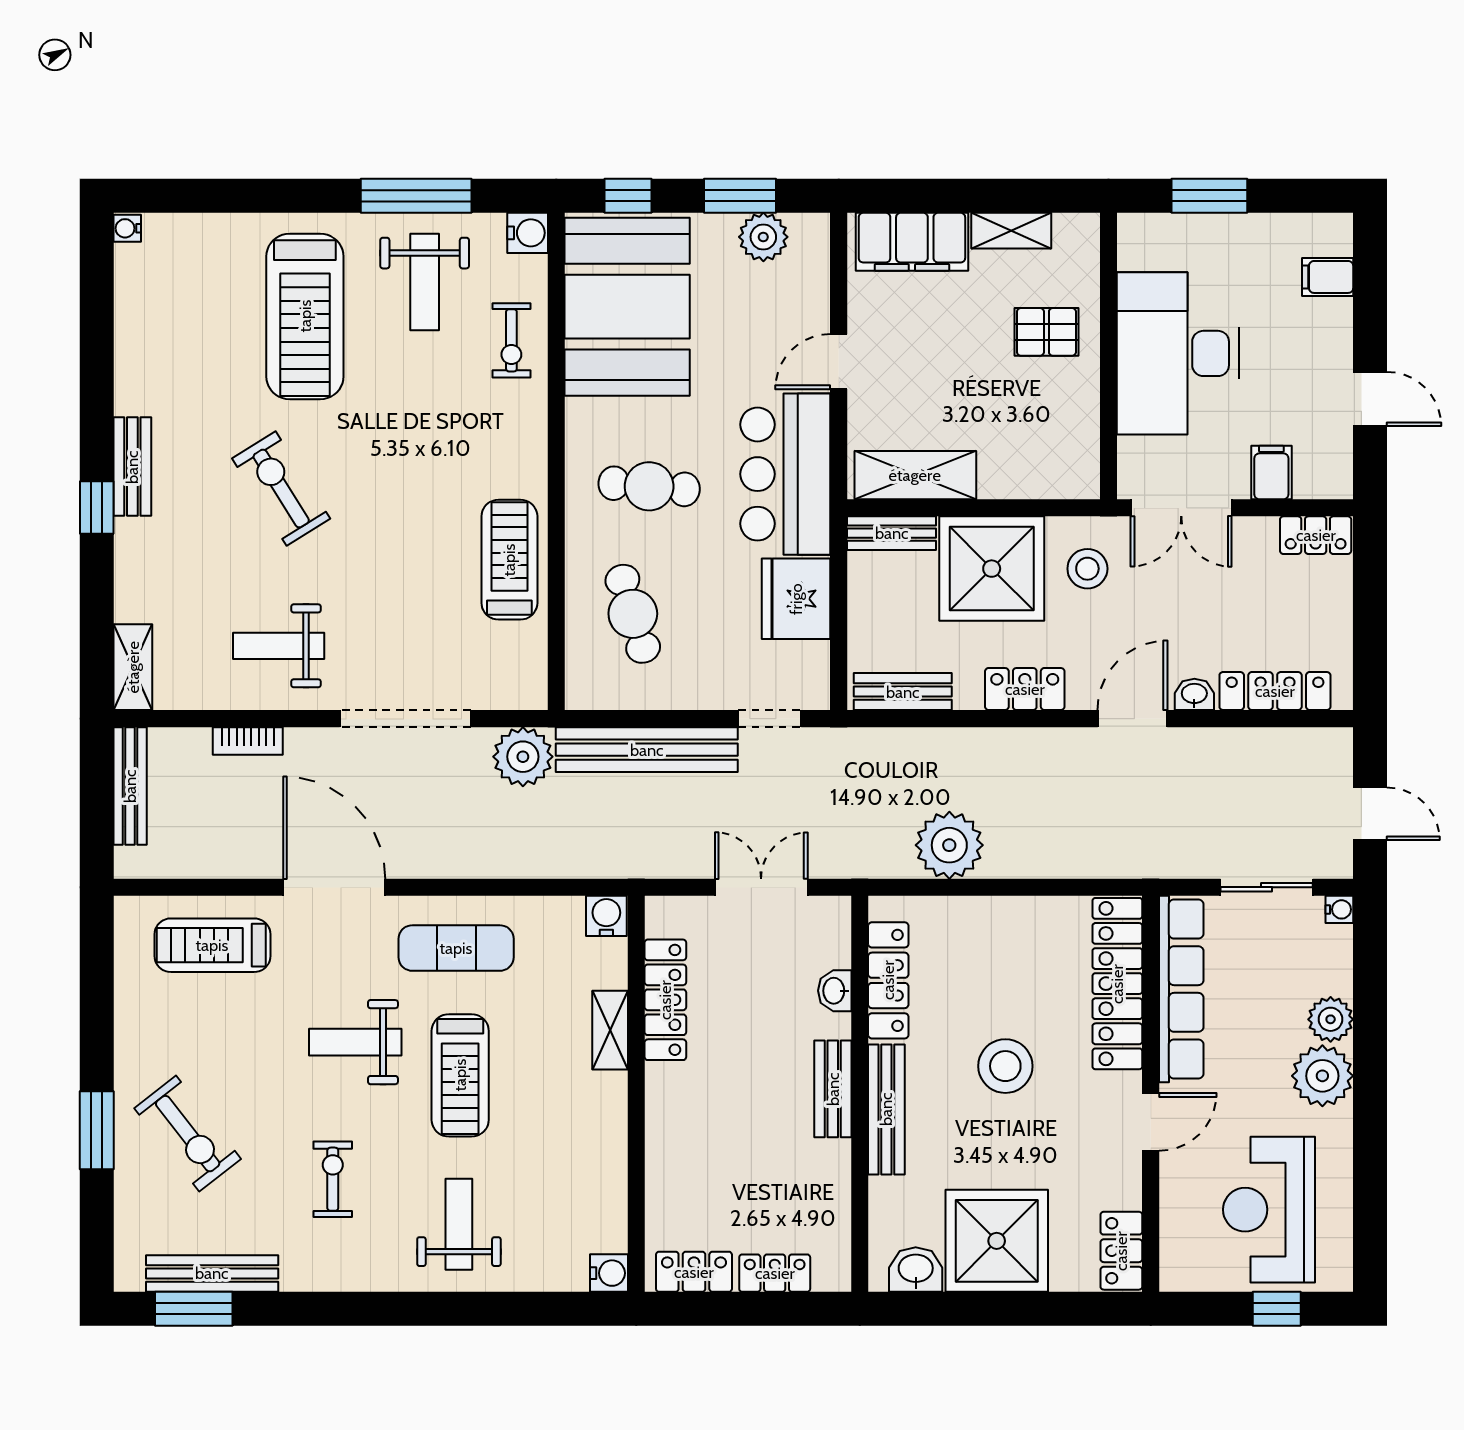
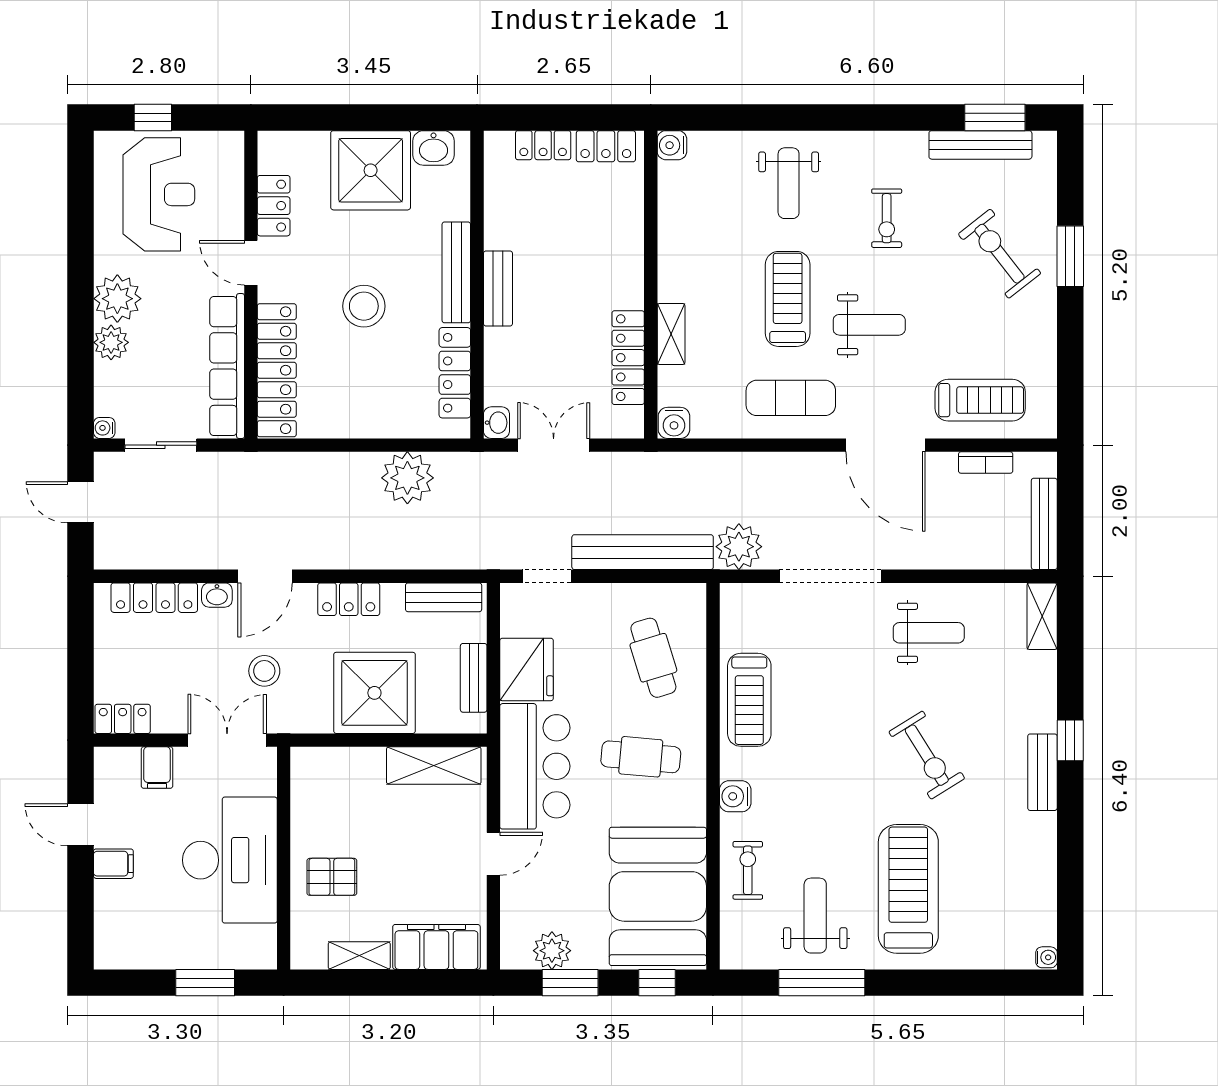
water cooler: (528, 233) -> (735, 796), moved
filing cabinet: (1328, 277) -> (113, 864), moved
bench: (892, 533) -> (474, 678), moved, turned 90
stool: (1087, 569) -> (264, 671), moved
bookcase: (248, 741) -> (986, 463), moved, turned 180
double door: (761, 887) -> (554, 445), swing flipped
washbasin: (835, 991) -> (496, 423), moved
door: (1151, 1122) -> (251, 263), hinge flipped
locker: (1121, 1251) -> (274, 206), moved

